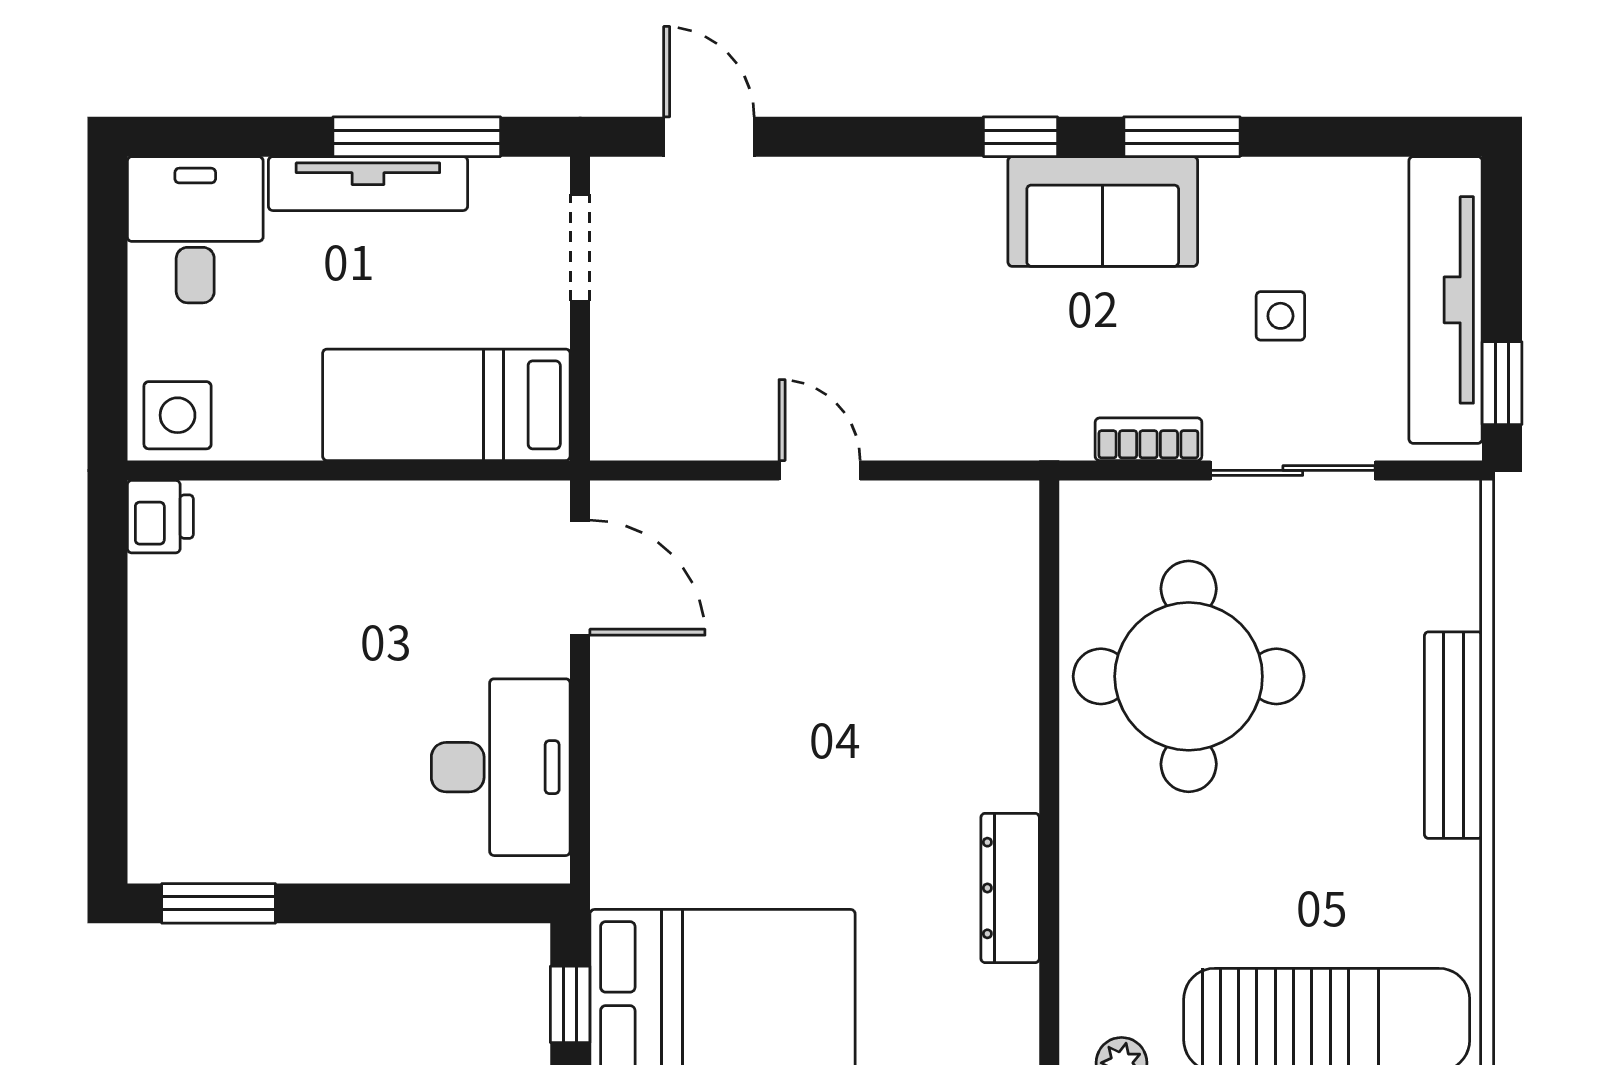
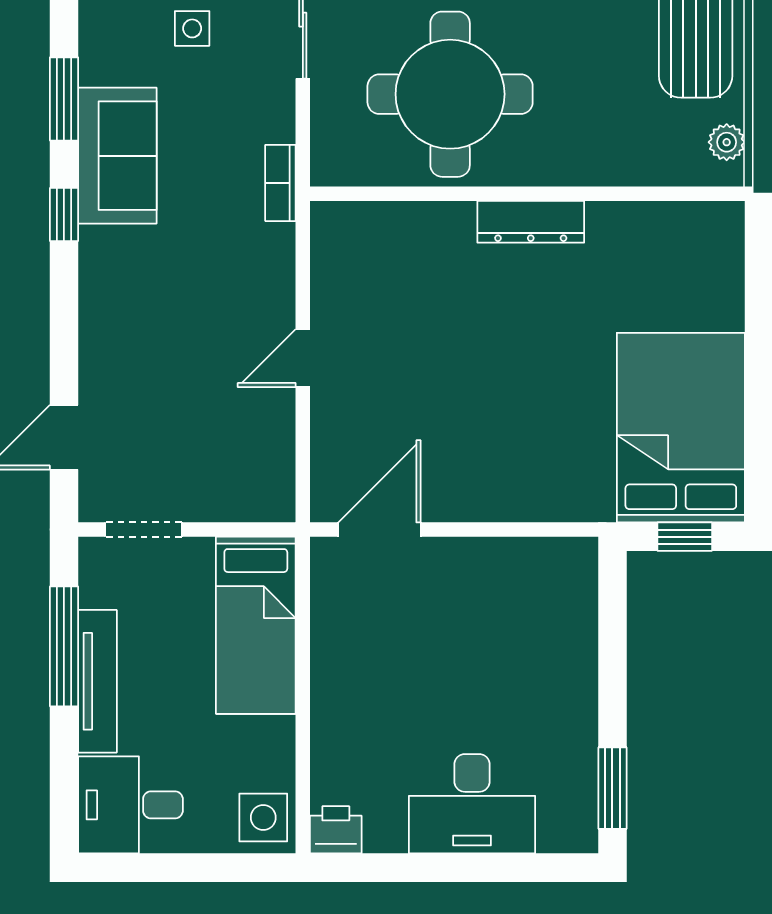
bookcase: (1148, 439) -> (280, 183), moved
desk: (501, 767) -> (472, 804), moved, turned 180
dresser: (1010, 888) -> (531, 222), moved

